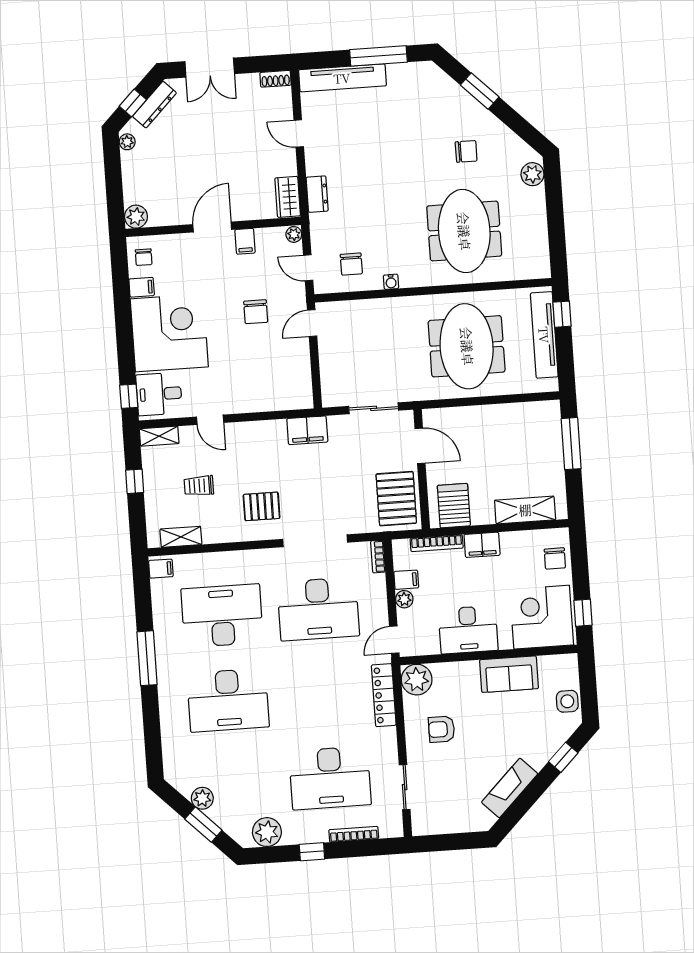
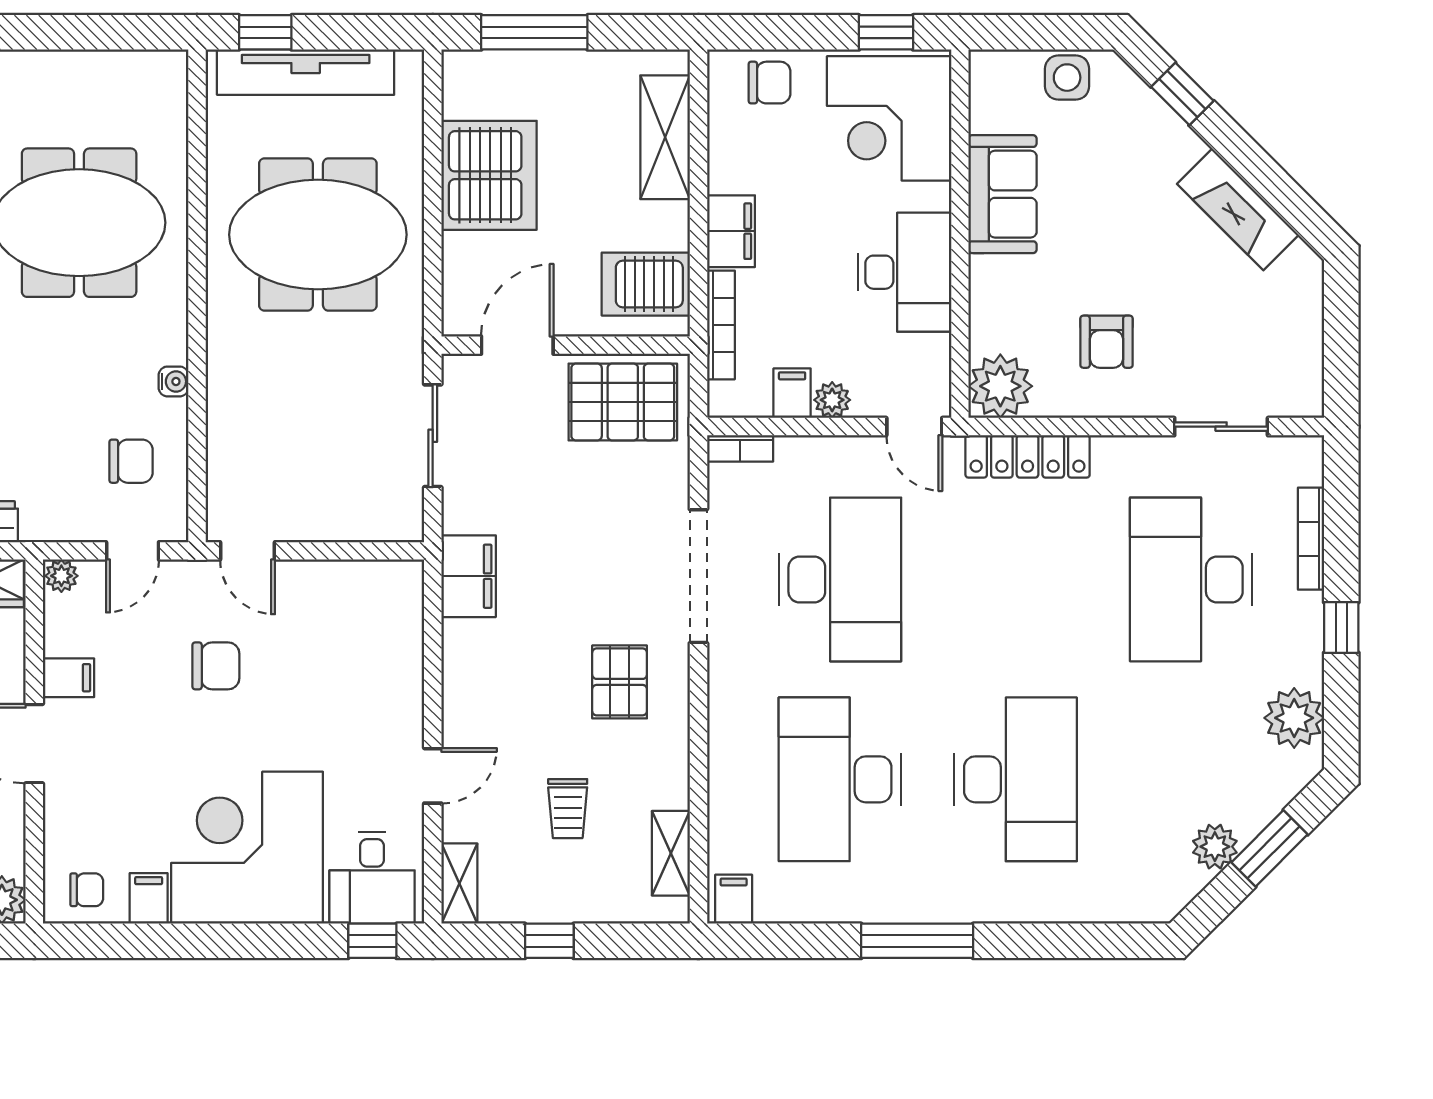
server rack: (501, 427) -> (489, 175), added
desk: (330, 778) -> (1191, 579), turned 180

